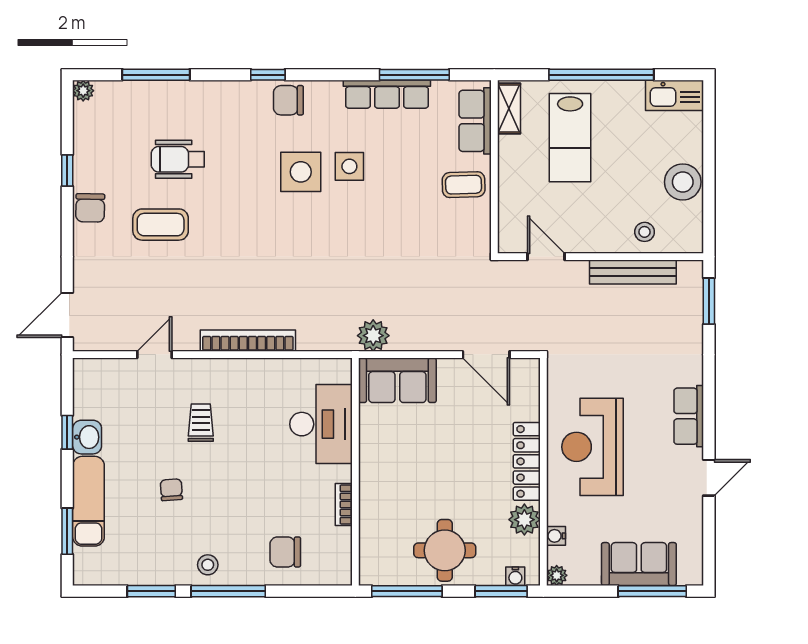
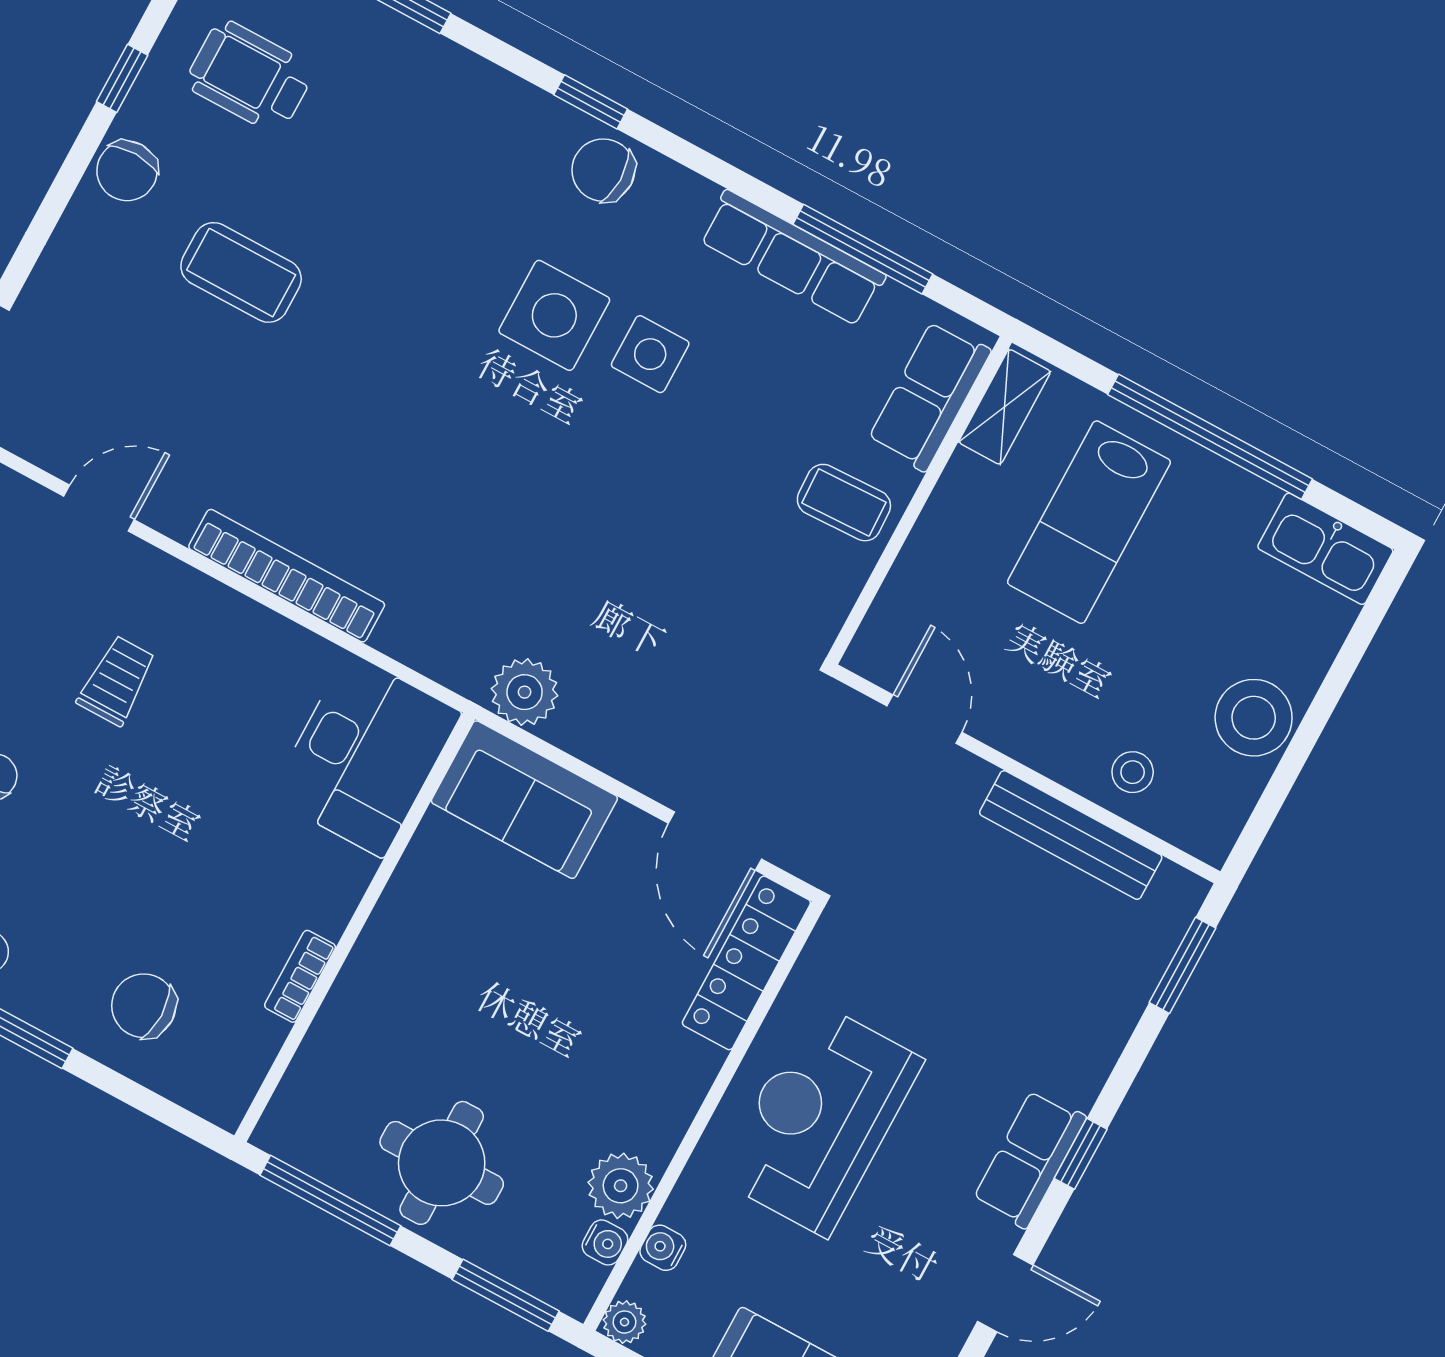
wheelchair: (178, 159) -> (250, 76), moved
window: (709, 403) -> (1081, 1154), added
desk: (321, 424) -> (365, 755), moved
locker: (527, 461) -> (746, 963), moved
water cooler: (515, 576) -> (605, 1242), moved, turned -90

